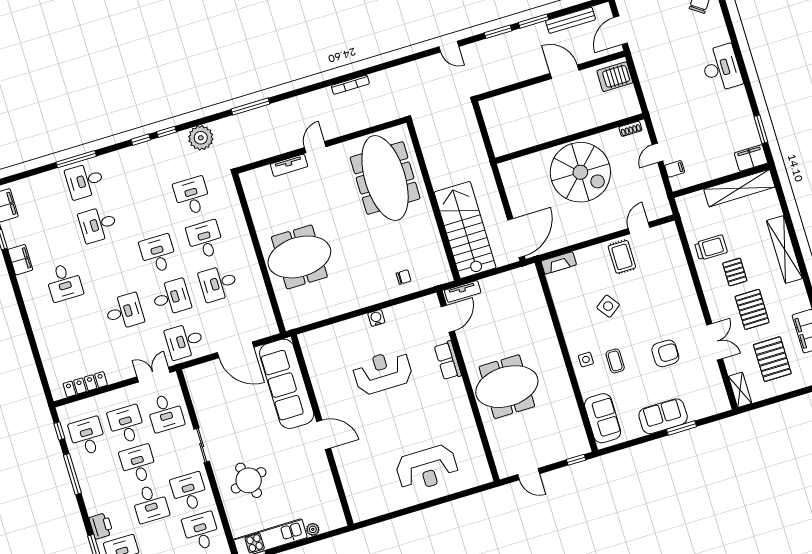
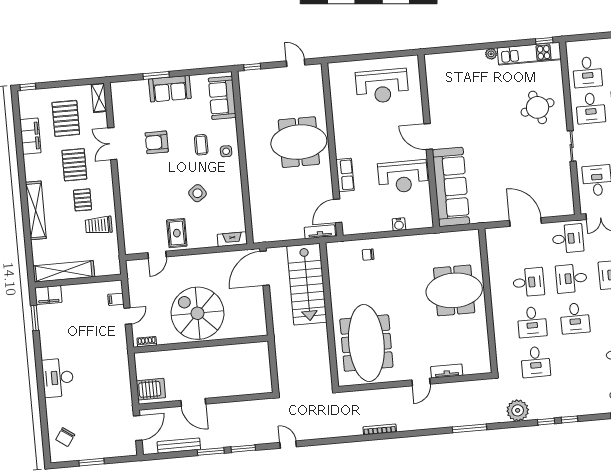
sofa: (287, 384) -> (451, 187), moved
wall: (322, 430) -> (429, 141), moved
door: (324, 435) -> (428, 136), moved
reception desk: (427, 468) -> (382, 86), turned 180

